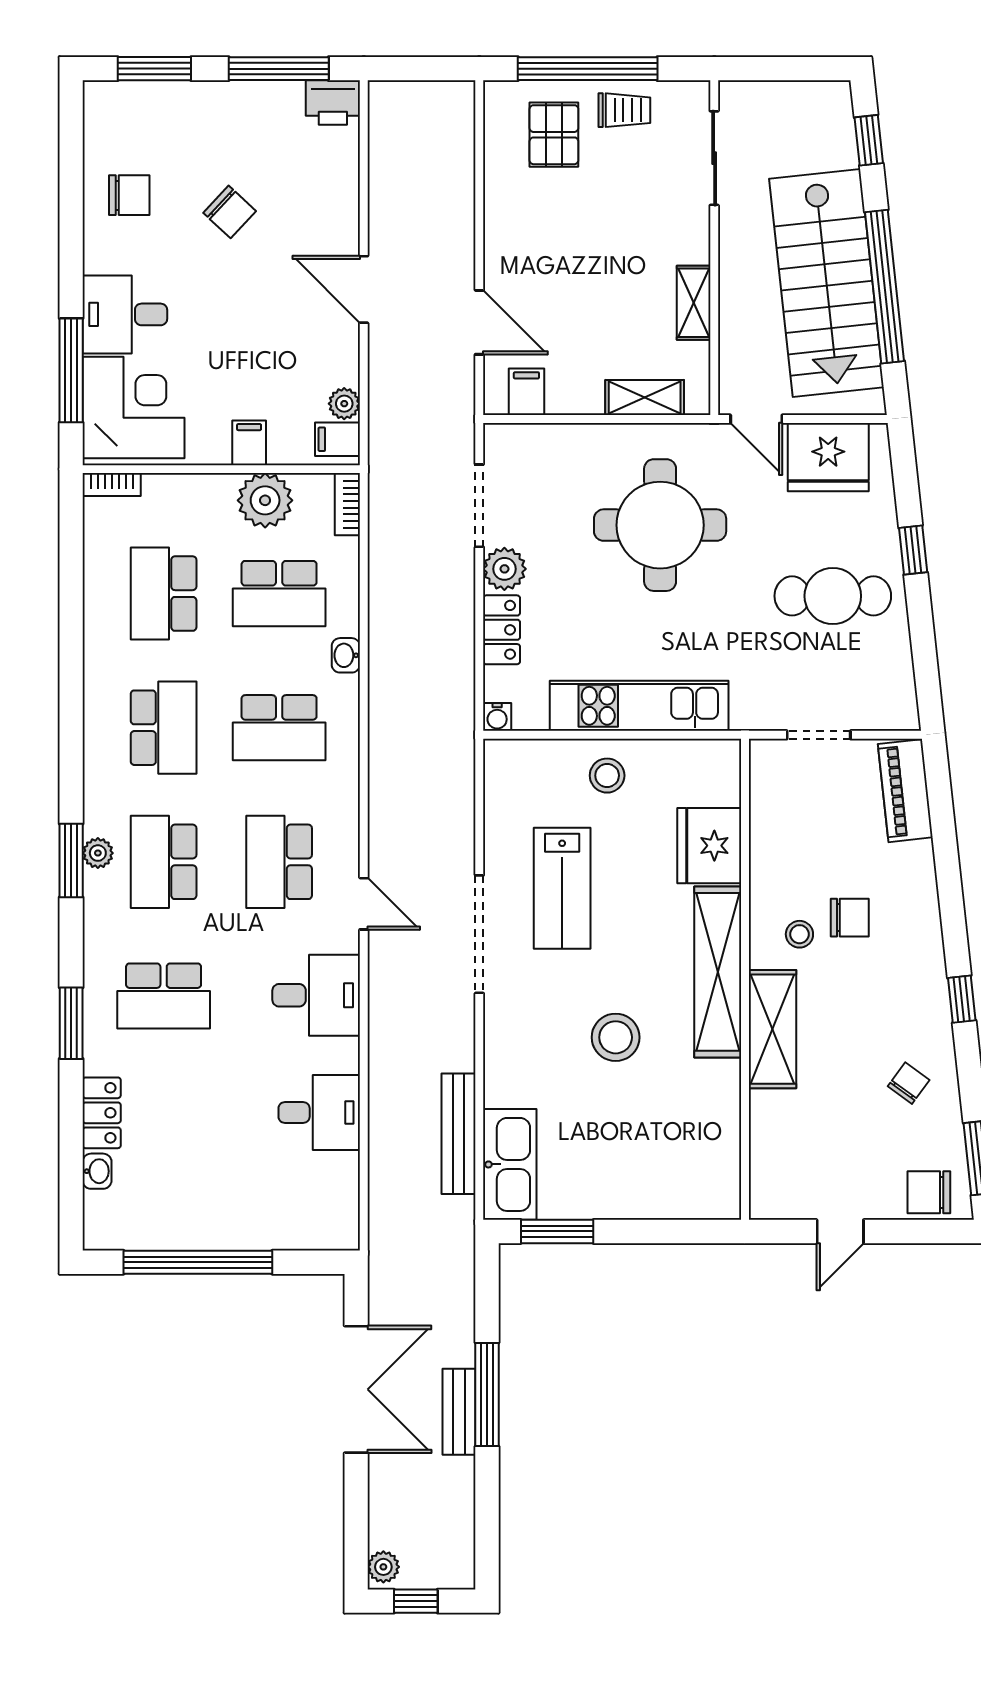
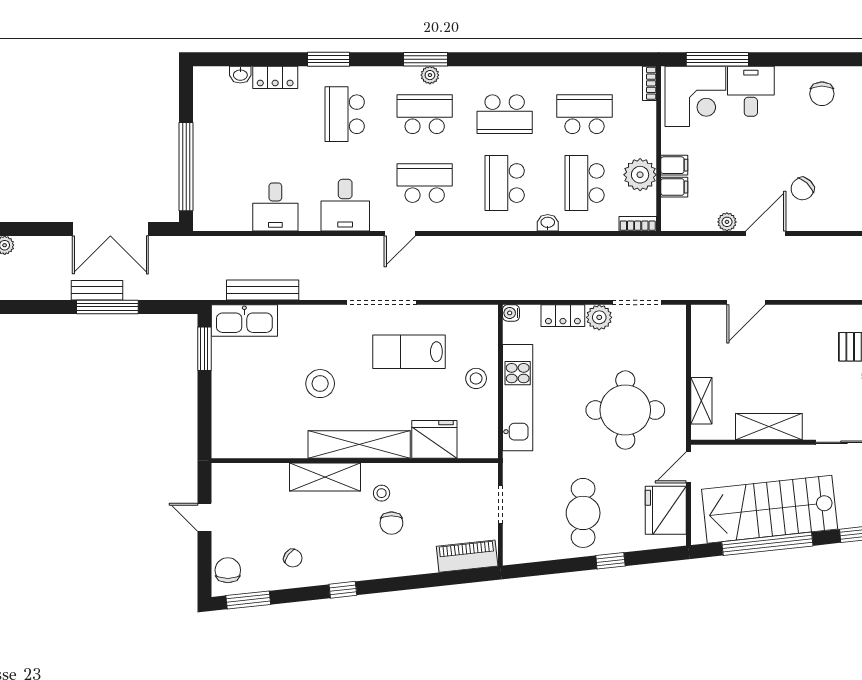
chair: (230, 212) -> (802, 189), moved
shelving: (694, 303) -> (769, 427), width x1.50, depth x1.33
filing cabinet: (526, 392) -> (705, 330), removed
plant: (344, 404) -> (727, 222), moved
filing cabinet: (337, 439) -> (674, 187), moved, turned 90
window: (198, 1262) -> (186, 167), moved

